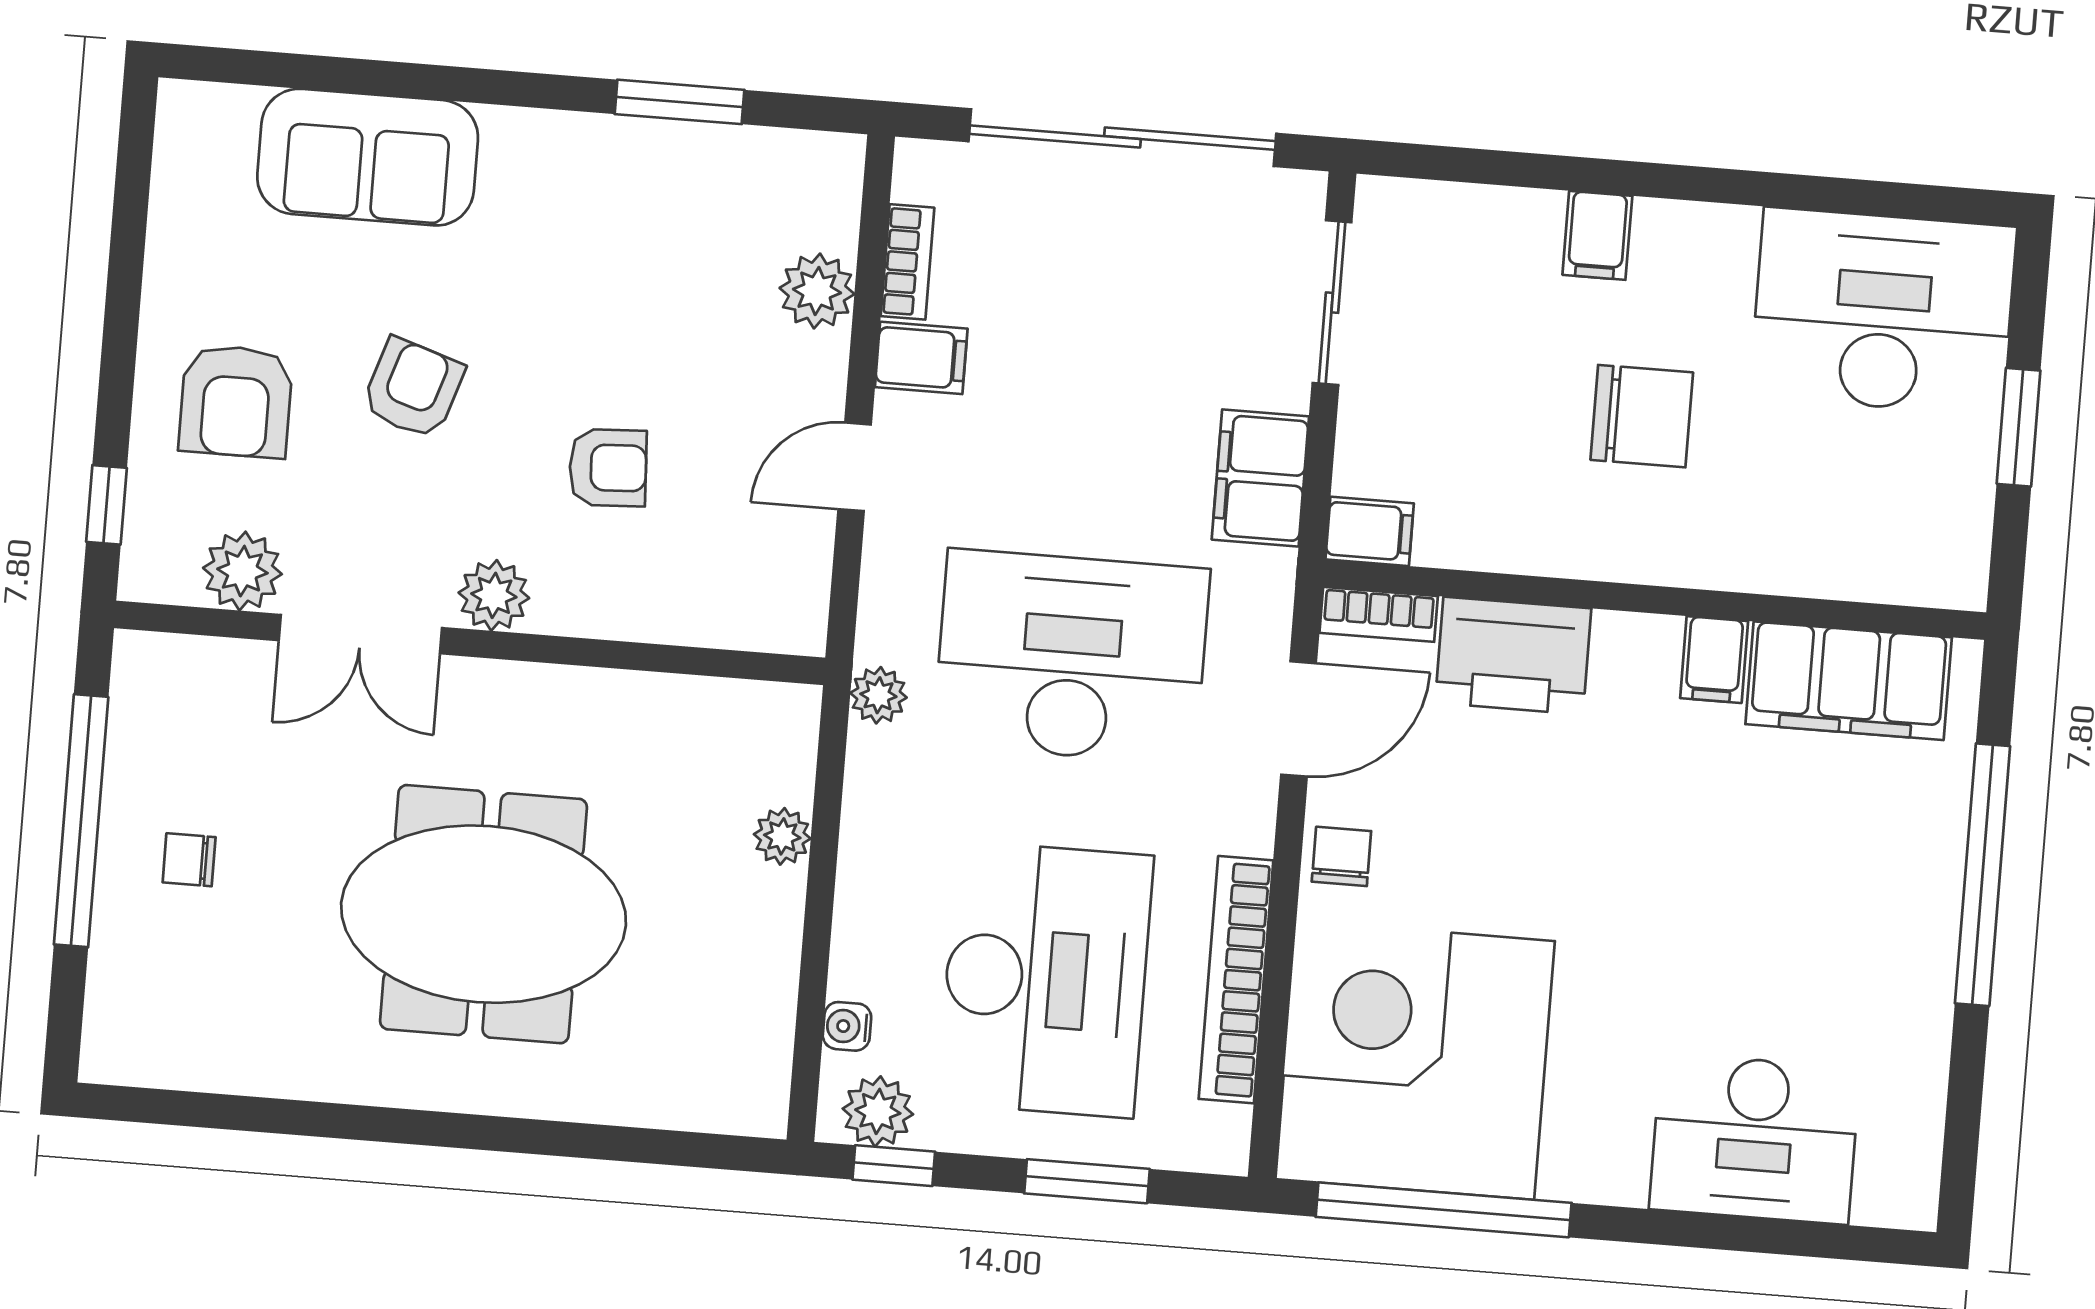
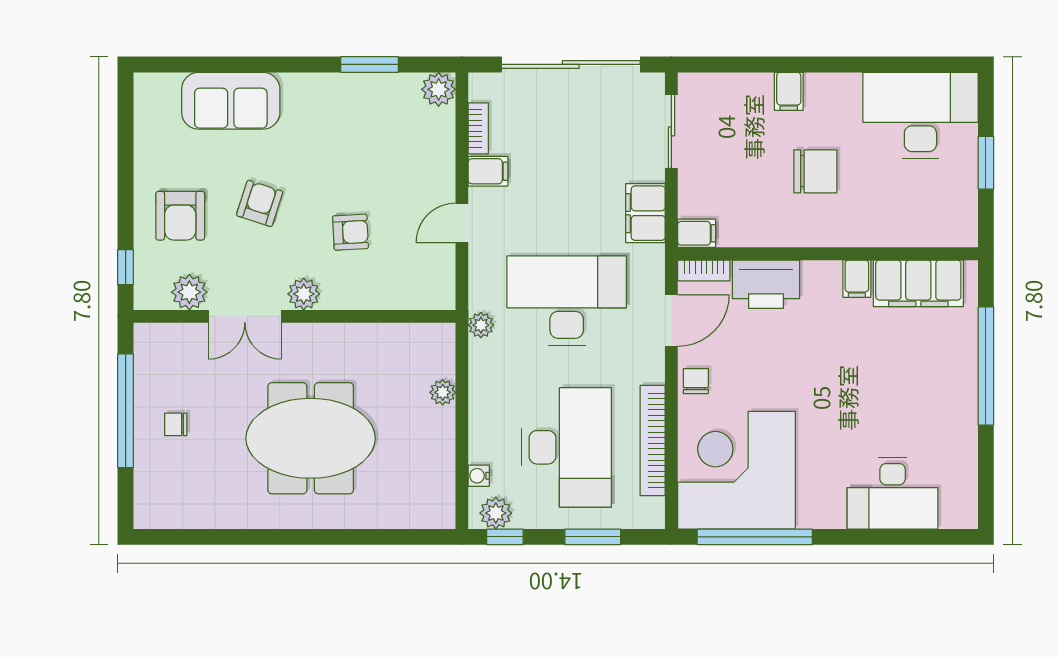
plant: (817, 291) -> (439, 89), moved

